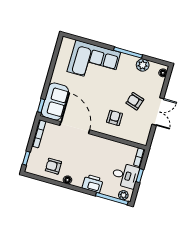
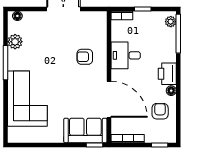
armchair: (135, 101) -> (59, 39), removed
door: (75, 128) -> (109, 99), swing flipped
armchair: (53, 166) -> (160, 111), turned 180
desk: (125, 175) -> (126, 55), moved, turned -90
printer: (93, 184) -> (167, 74), moved

